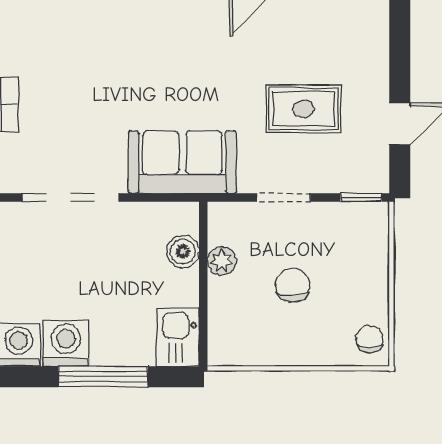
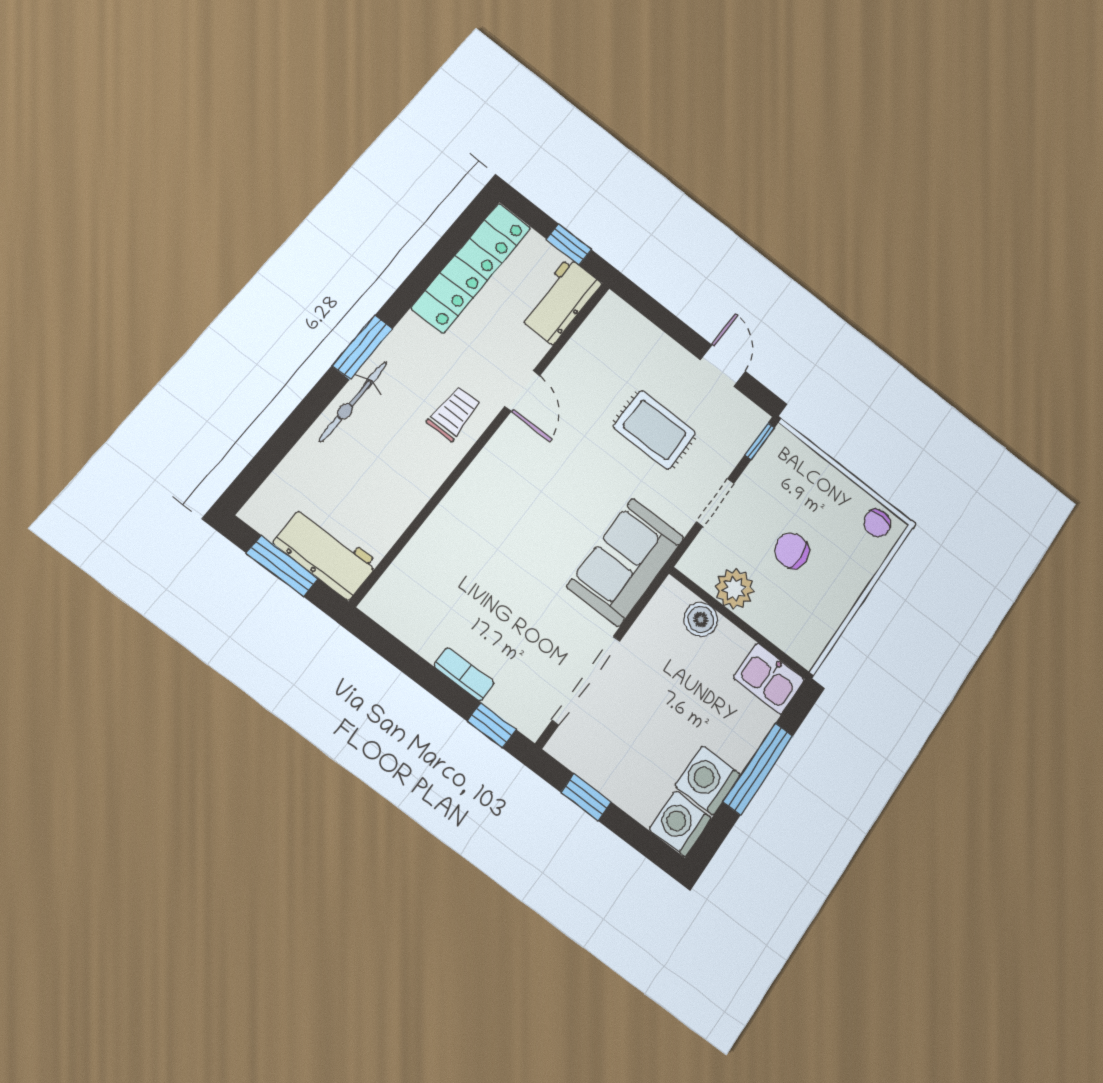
rug: (304, 109) -> (655, 430), turned 90
plant: (222, 261) -> (734, 589), width x1.38, depth x1.38
chair: (370, 339) -> (877, 523), turned -90

